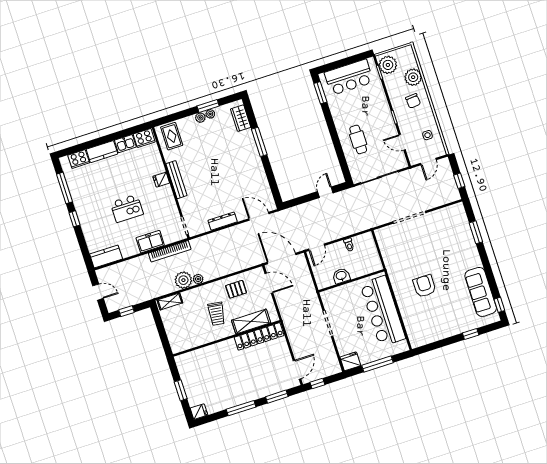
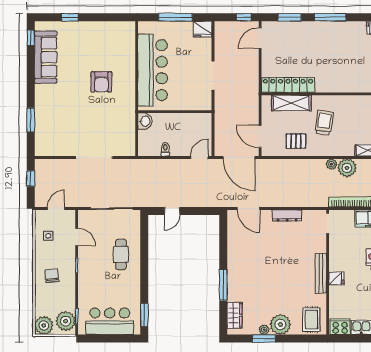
plant: (413, 77) -> (44, 325), moved
plant: (200, 118) -> (280, 324), width x1.88, depth x1.88
washbasin: (341, 276) -> (145, 121), moved, turned -90

